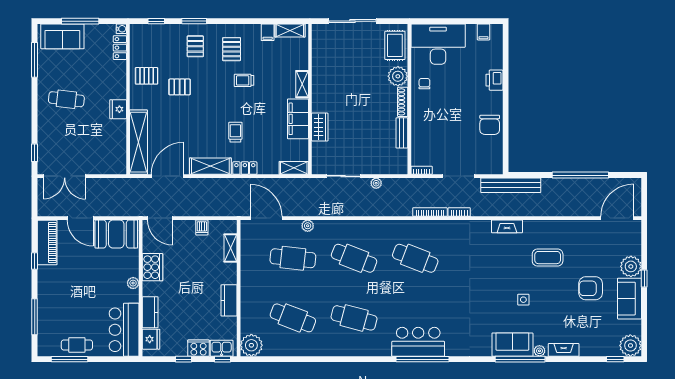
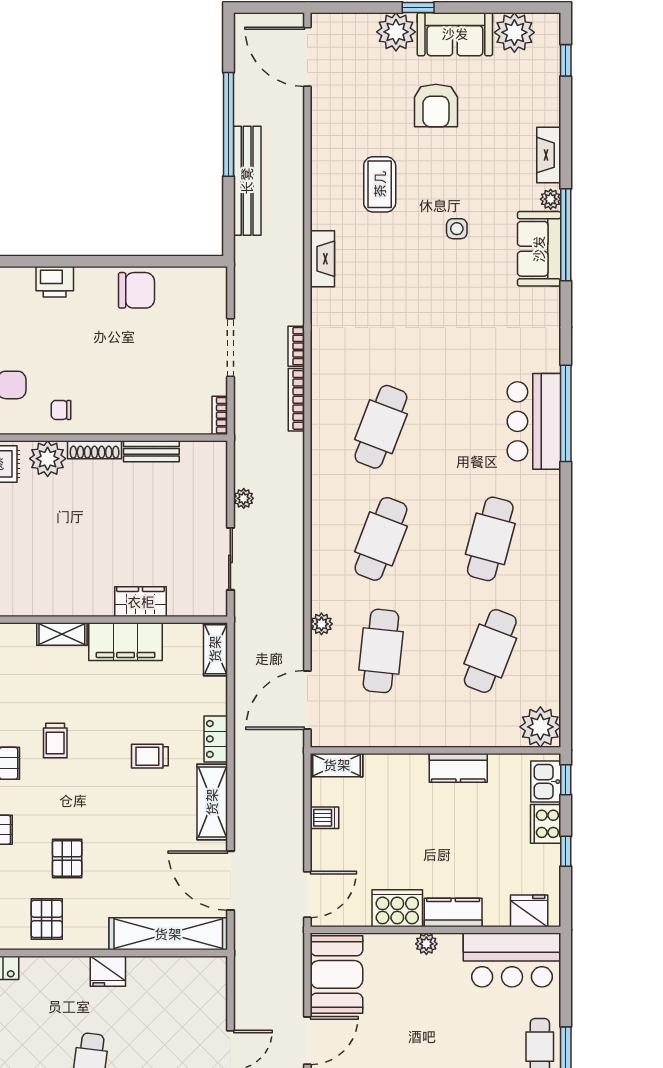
bench: (511, 185) -> (247, 181), moved
shelving: (231, 248) -> (337, 765), moved
kitchen counter: (150, 312) -> (453, 912), moved
plant: (630, 345) -> (514, 32), moved

